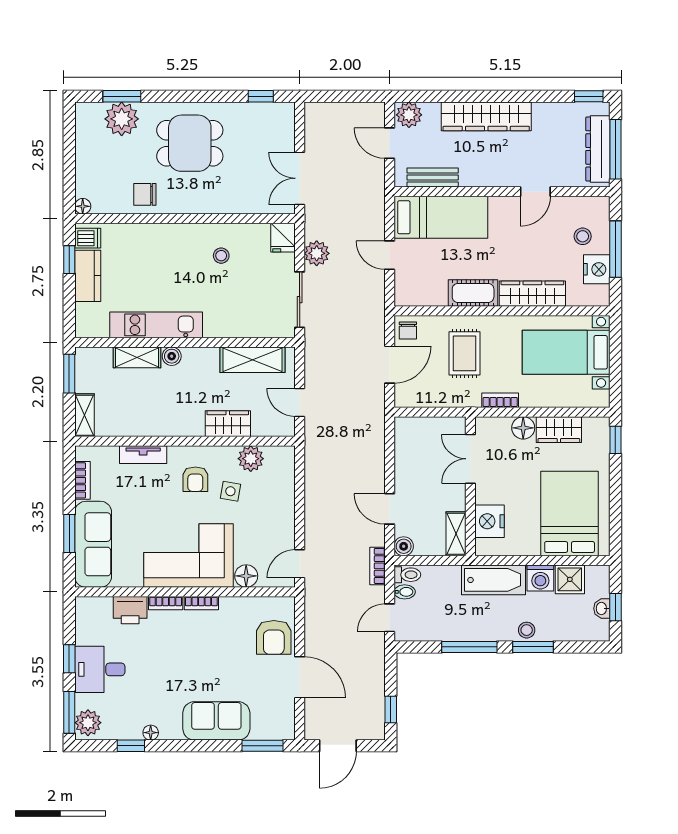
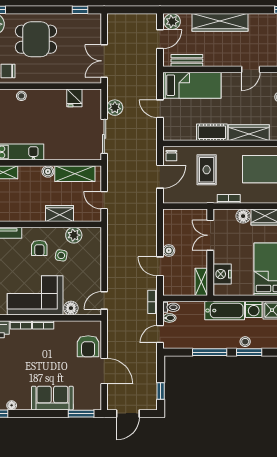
door: (390, 143) -> (160, 39), swing flipped
fridge: (283, 238) -> (74, 98), moved
stool: (221, 256) -> (21, 96), moved
boiler: (172, 356) -> (48, 172), moved
boiler: (404, 546) -> (169, 251), moved

